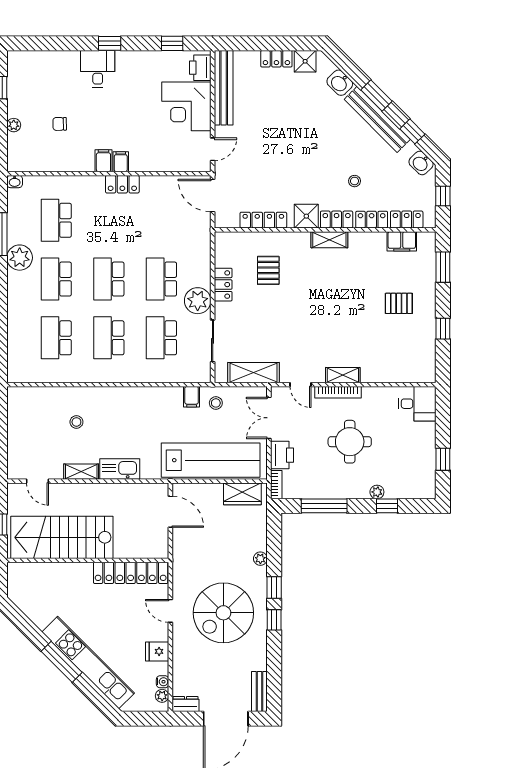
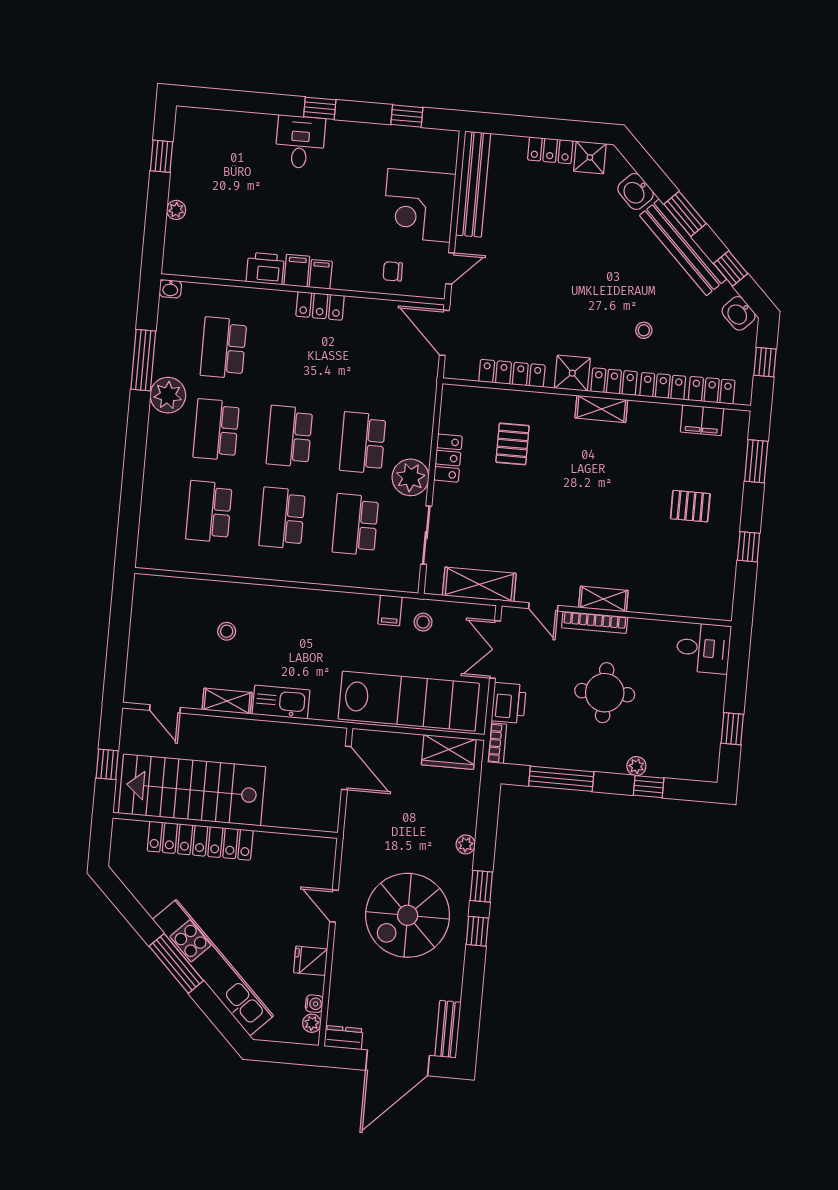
printer: (200, 68) -> (265, 269), moved, turned 90
chair: (60, 124) -> (393, 271), moved
locker: (131, 573) -> (200, 841), moved

